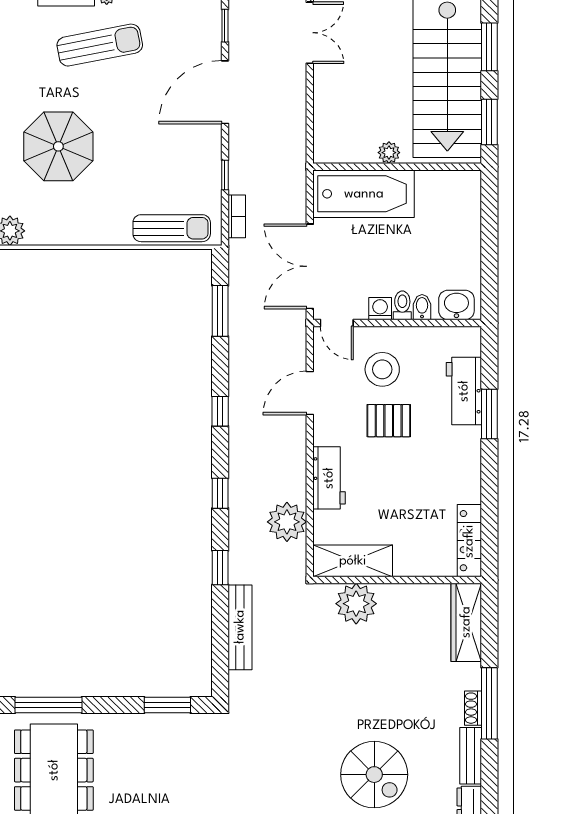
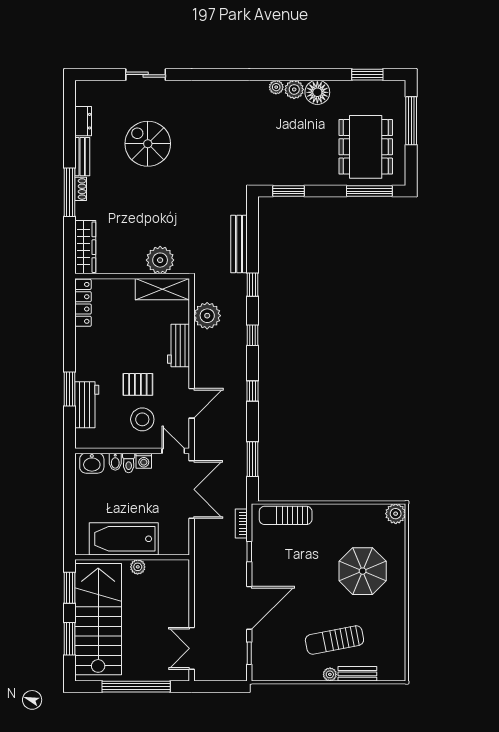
bathtub: (364, 194) -> (124, 539), moved

